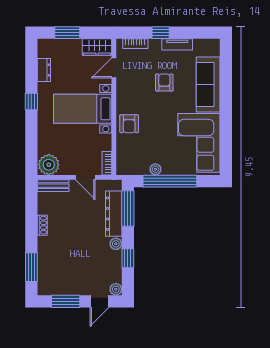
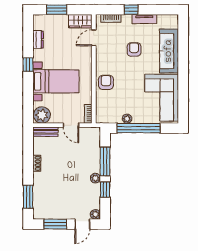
bed with nightstands: (83, 109) -> (56, 81), moved, turned 180
armchair: (129, 124) -> (106, 82), turned 180
window: (128, 209) -> (105, 161), moved
dresser: (114, 214) -> (94, 154), removed

